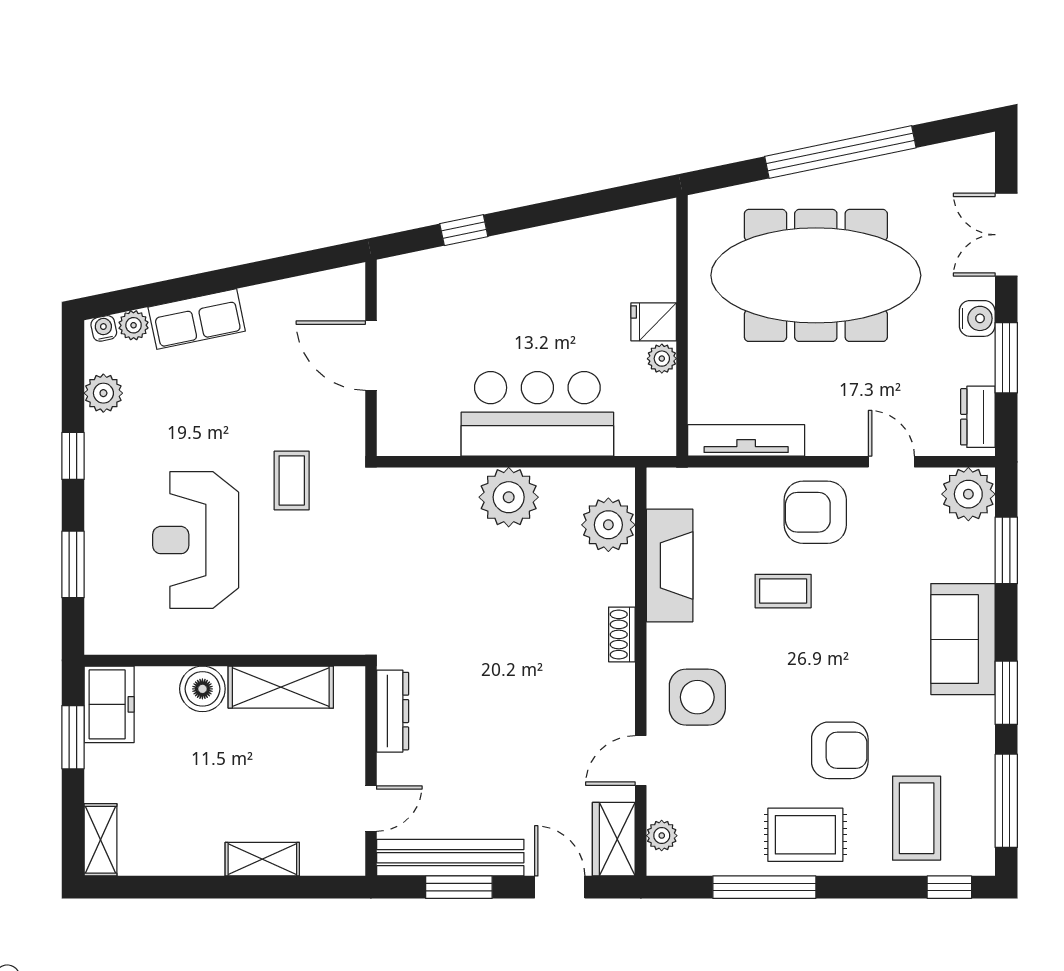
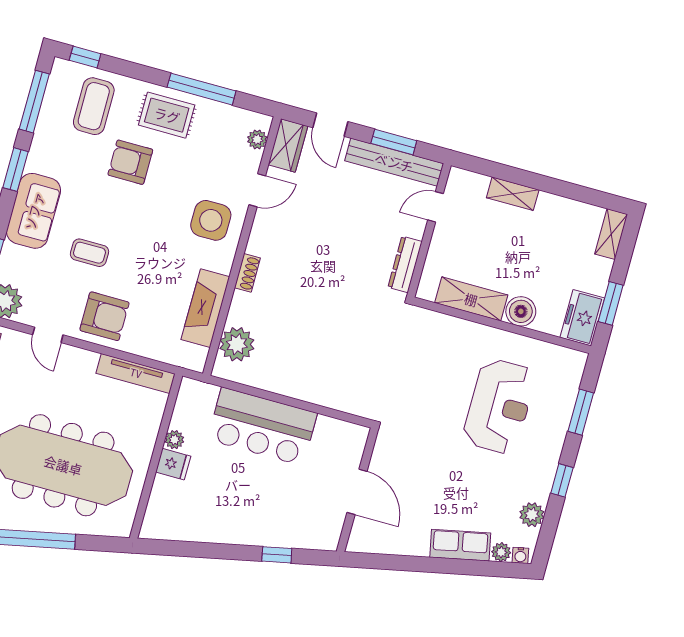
coffee table: (292, 480) -> (429, 427), removed
plant: (509, 497) -> (295, 379), removed
coffee table: (783, 591) -> (89, 253), moved

